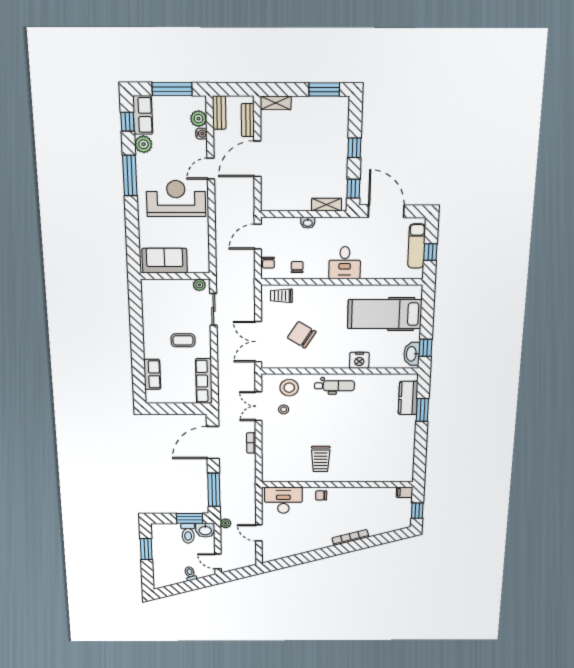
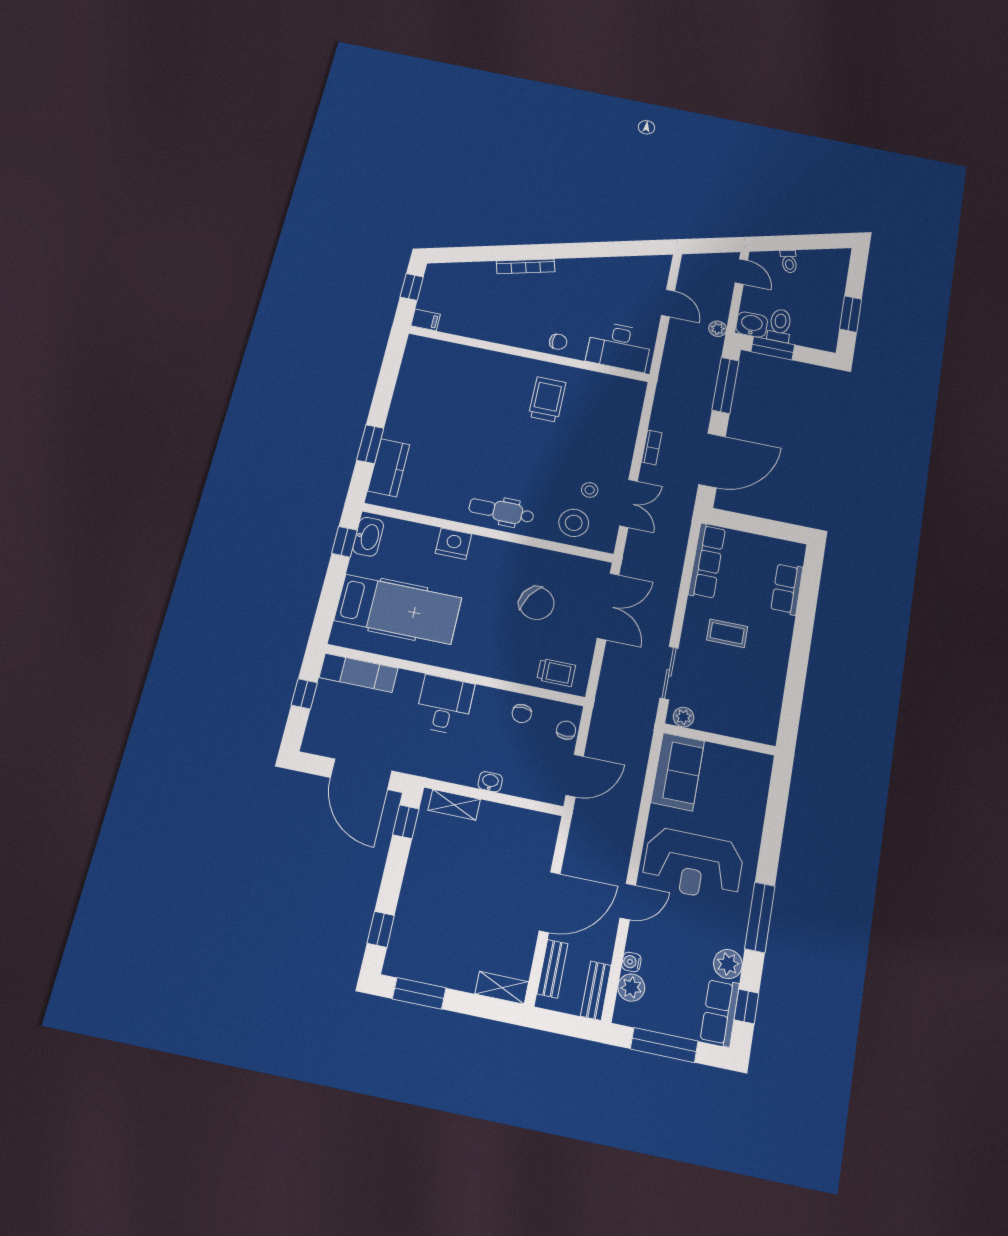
window: (354, 148) -> (381, 929), moved
exam couch: (417, 246) -> (359, 673), moved, turned 90
sofa: (165, 261) -> (678, 772), moved, turned -90

